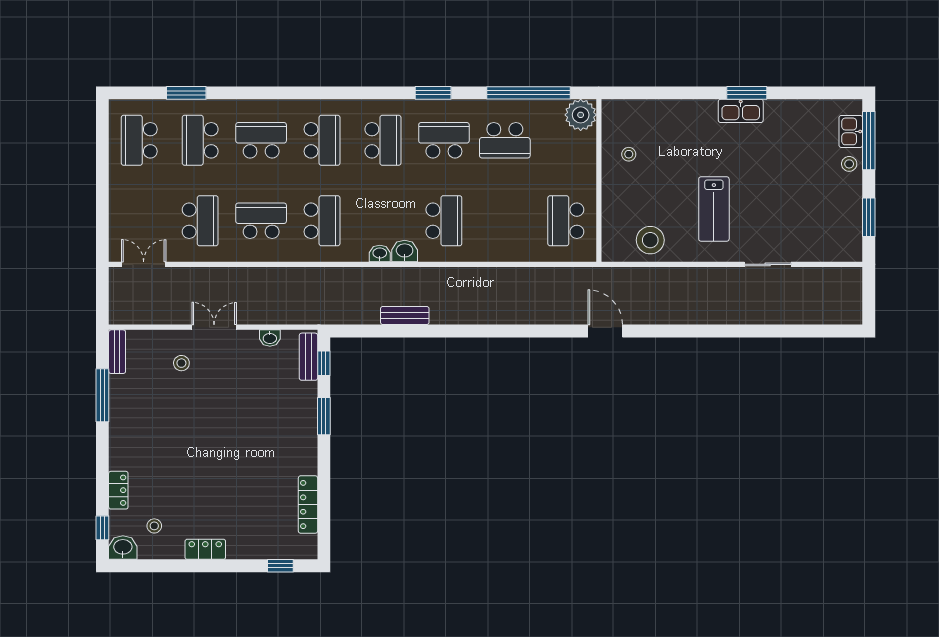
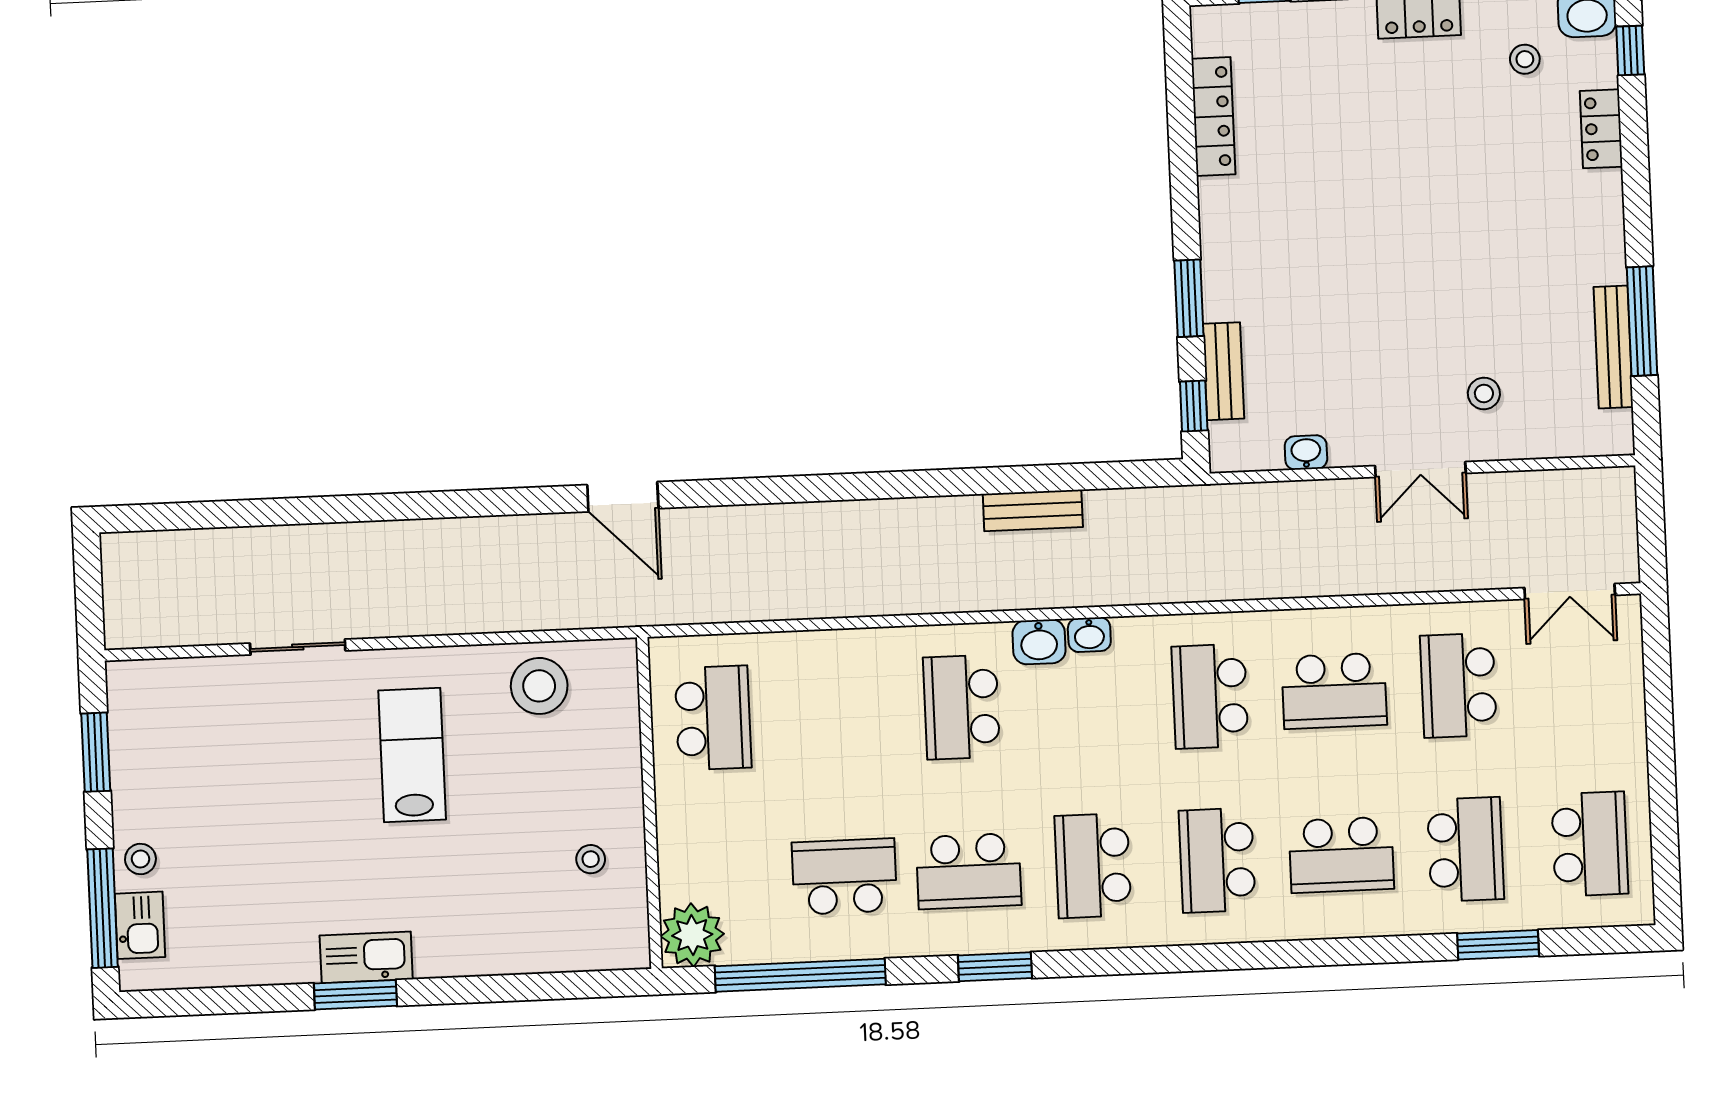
bench: (117, 352) -> (1613, 347), moved, width x1.36
bench: (308, 357) -> (1224, 371), moved

